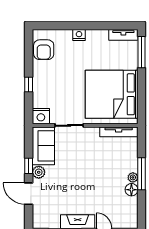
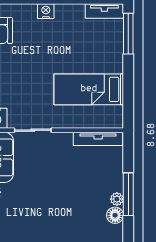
bed: (112, 94) -> (89, 89), width x0.49

